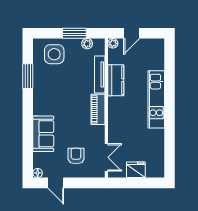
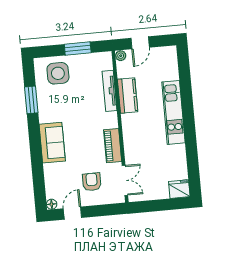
plant: (87, 44) -> (93, 59), removed
piano: (98, 109) -> (113, 146), moved
sofa: (43, 134) -> (52, 143), moved
fridge: (136, 170) -> (179, 189), moved
door: (56, 183) -> (72, 213), swing flipped

